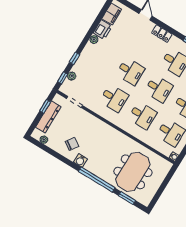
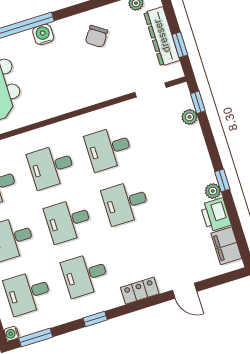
window: (74, 58) -> (222, 180), moved
water cooler: (80, 161) -> (43, 34), moved

